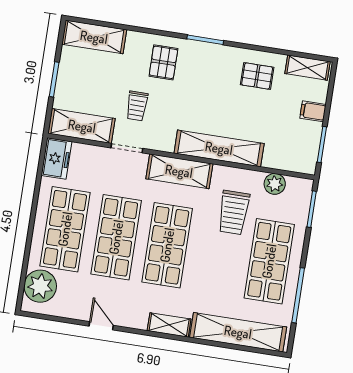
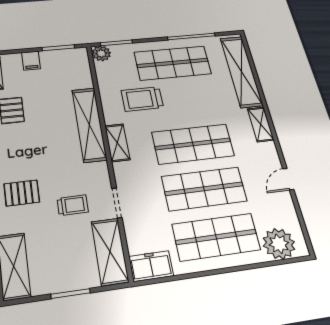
shelving: (179, 171) -> (117, 143), width x0.67, depth x0.75
plant: (275, 184) -> (101, 53), moved
trolley: (234, 212) -> (142, 99), turned 180

